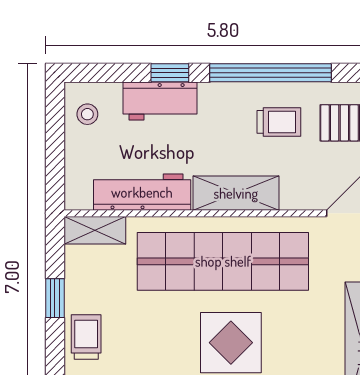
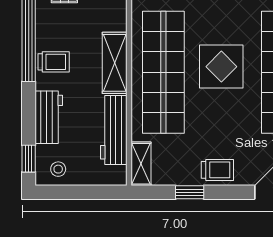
window: (170, 73) -> (29, 159), moved
trolley: (279, 122) -> (54, 62), moved, turned 90
trolley: (86, 337) -> (217, 170), turned 180

